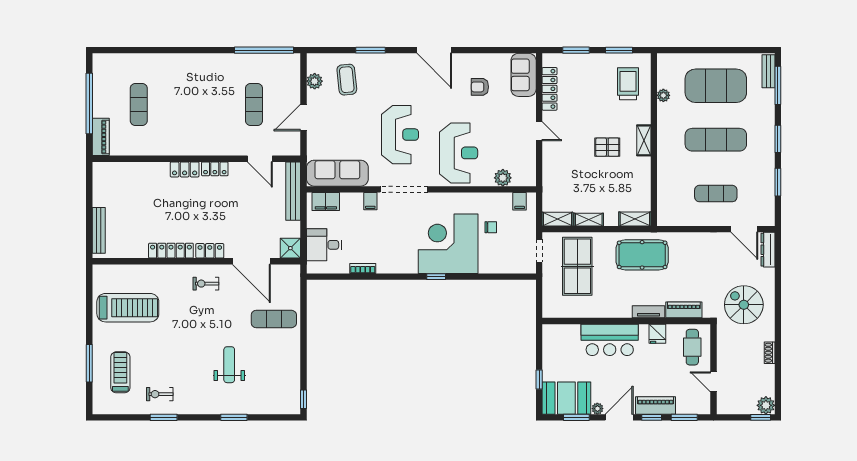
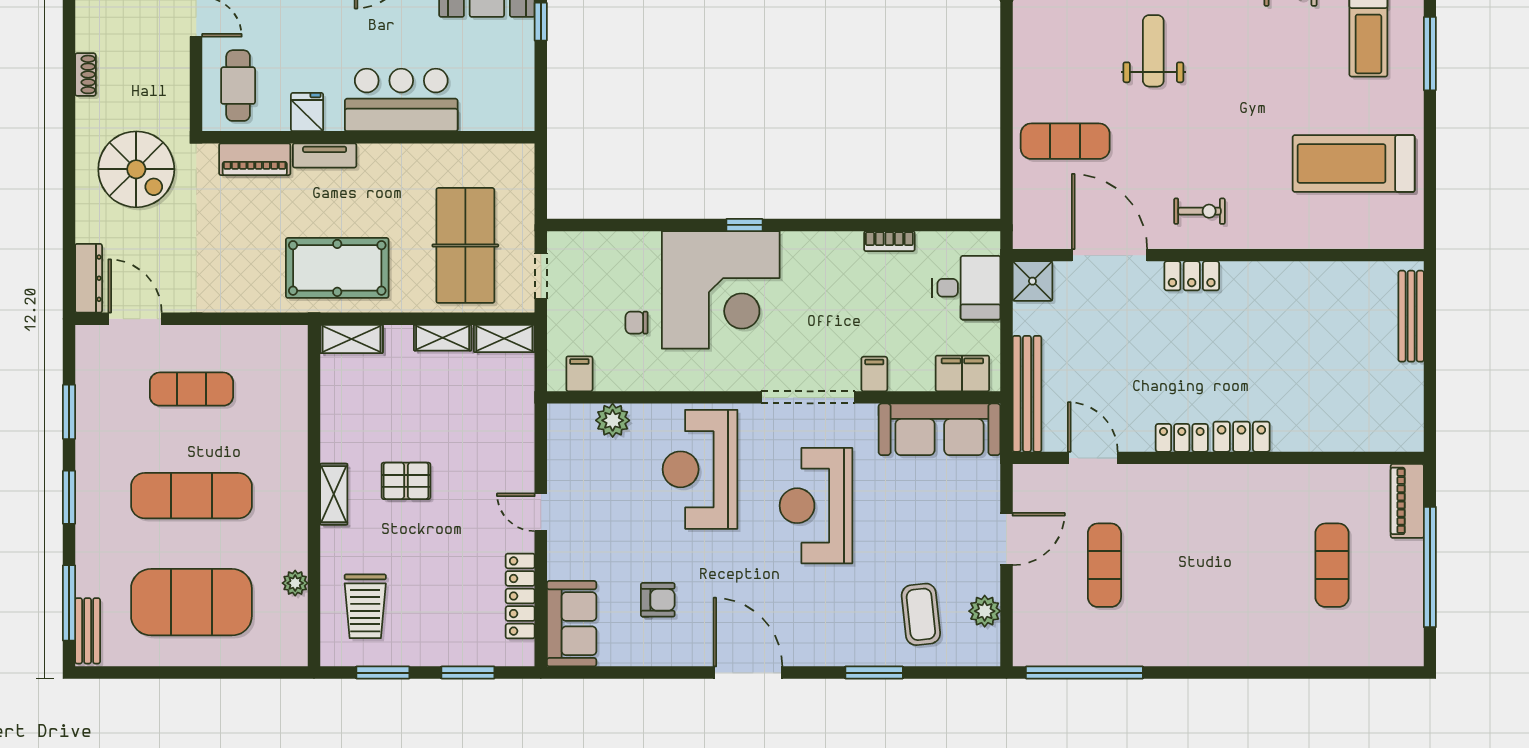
locker: (171, 251) -> (1268, 276), removed
weight bench: (229, 365) -> (1153, 51), turned 180

